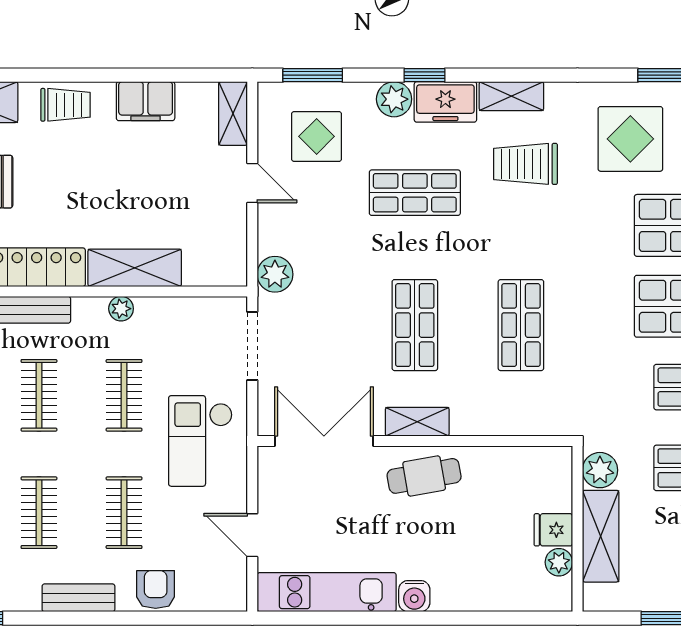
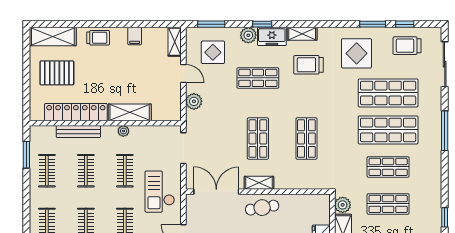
filing cabinet: (146, 101) -> (135, 36), width x0.50
plant: (275, 274) -> (194, 101), moved

